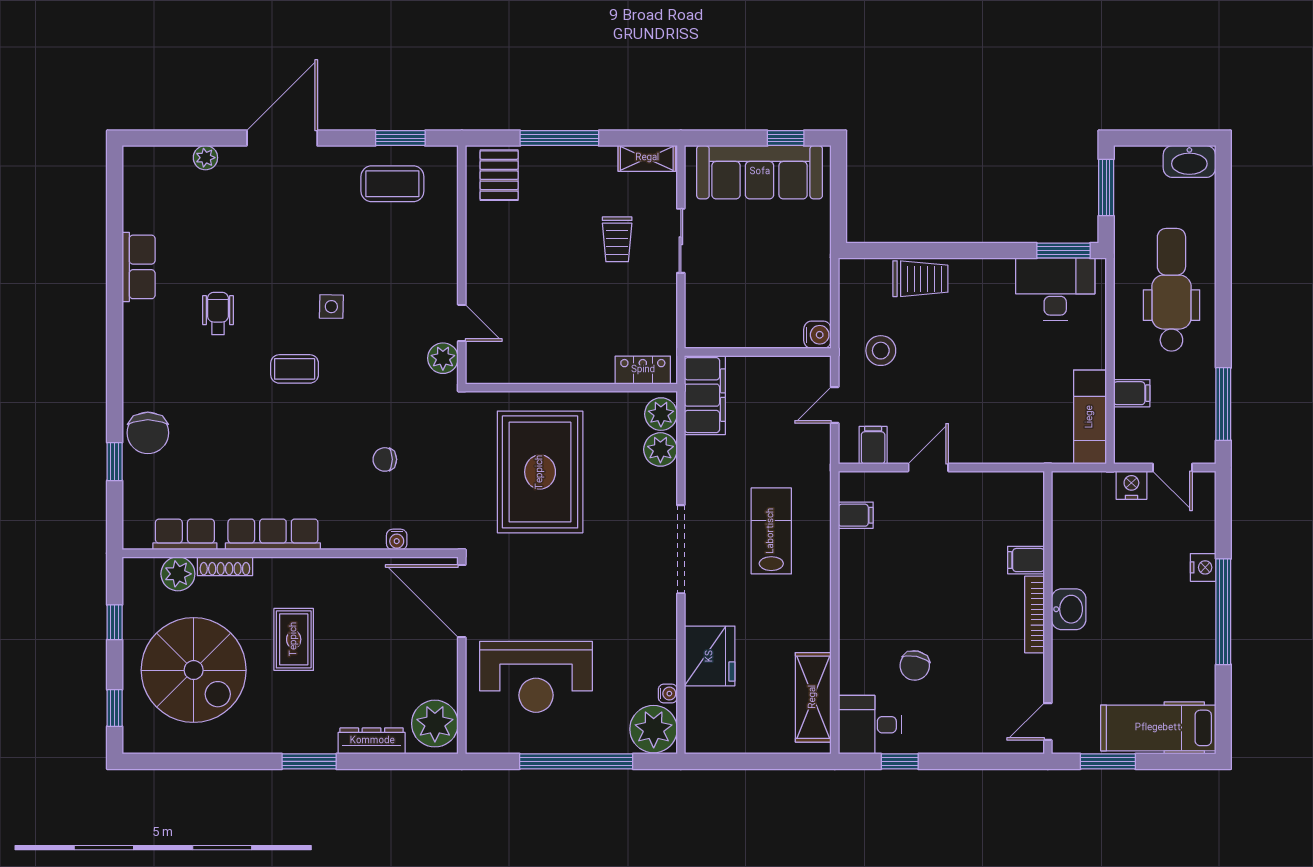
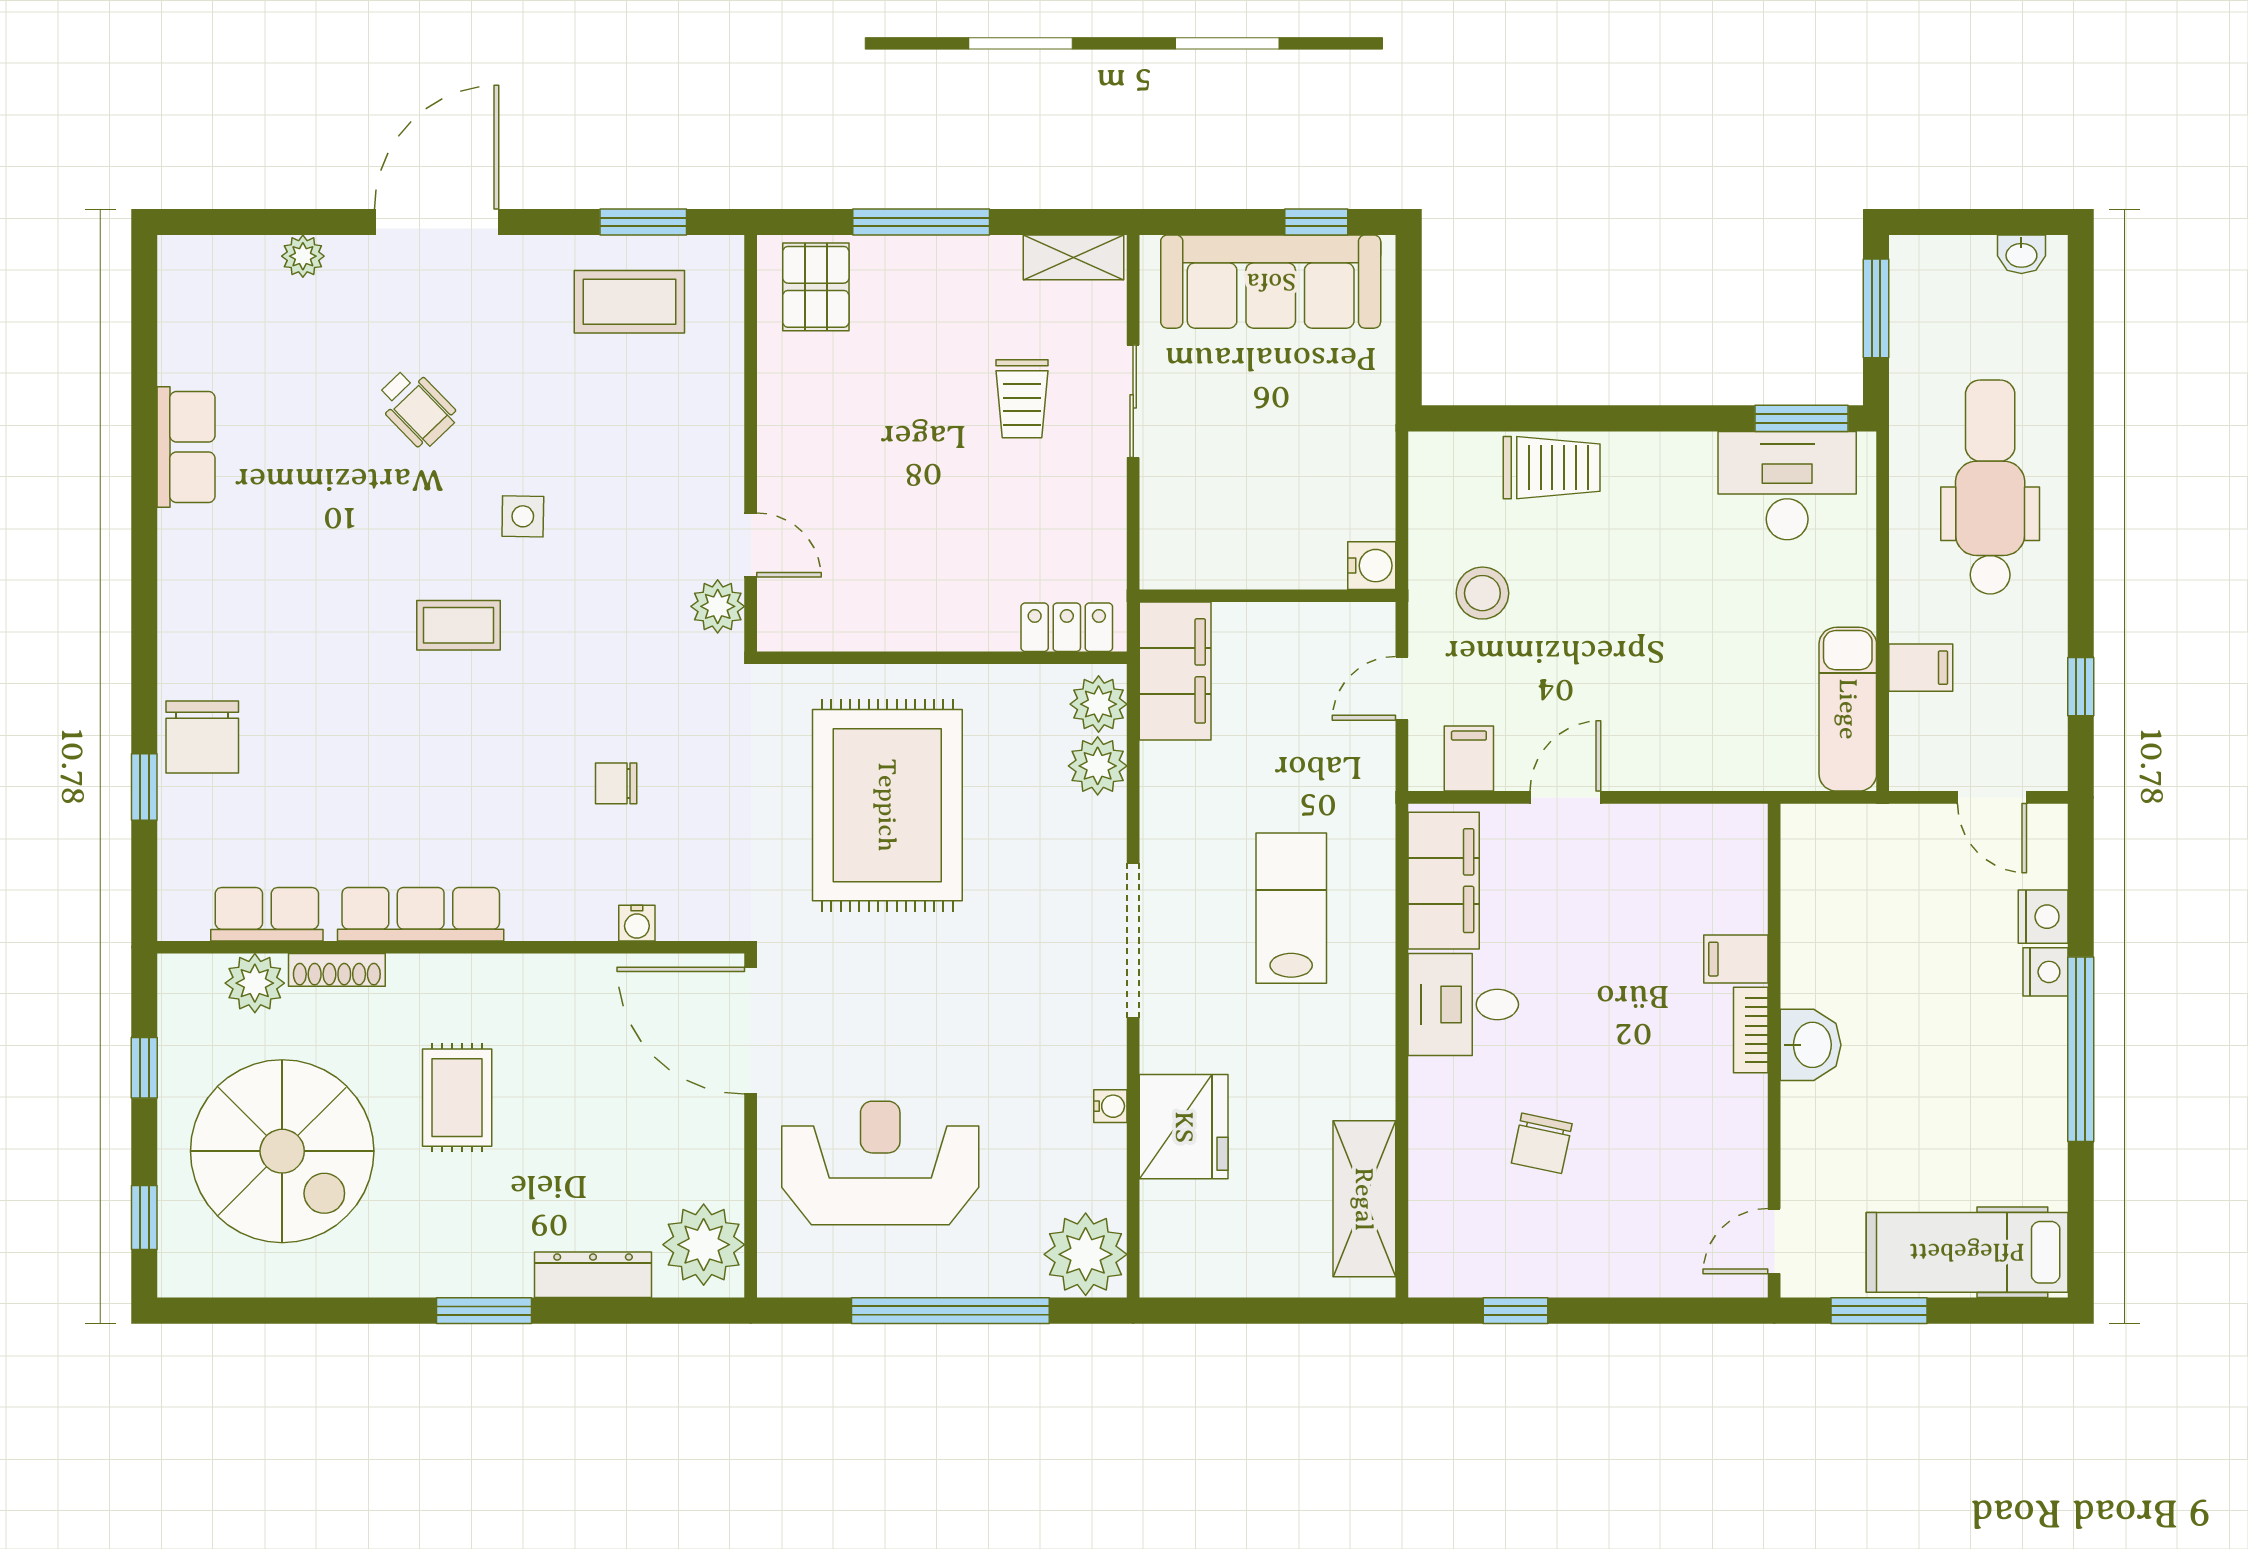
washbasin: (1189, 161) -> (2021, 254), width x0.52, depth x0.69
wheelchair: (218, 314) -> (416, 408), moved, turned 136
window: (1223, 404) -> (2081, 687), width x0.46
nightstand: (1131, 485) -> (2043, 917), moved, turned 90
filing cabinet: (856, 515) -> (1444, 881), width x3.00, depth x1.17
bookcase: (1034, 615) -> (1751, 1030), width x0.64
reception desk: (536, 677) -> (880, 1163), turned 180
water cooler: (668, 694) -> (1110, 1106), moved
desk: (870, 725) -> (1463, 1004), moved

